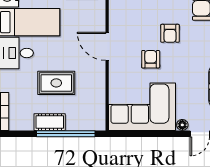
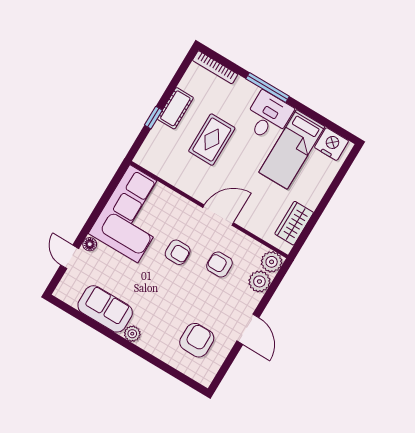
armchair: (170, 33) -> (219, 264), moved
window: (66, 134) -> (153, 118), width x0.32

